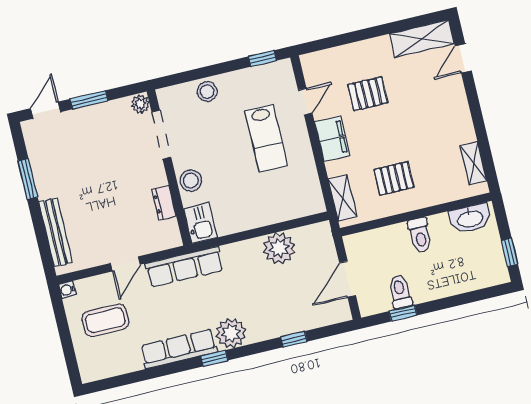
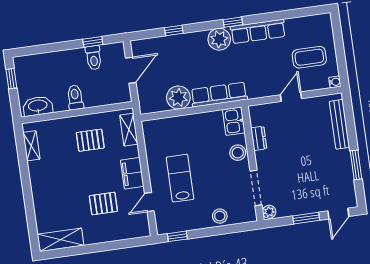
door: (463, 58) -> (32, 223), removed
row of seats: (185, 267) -> (219, 95), moved

